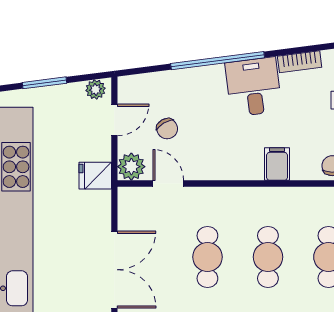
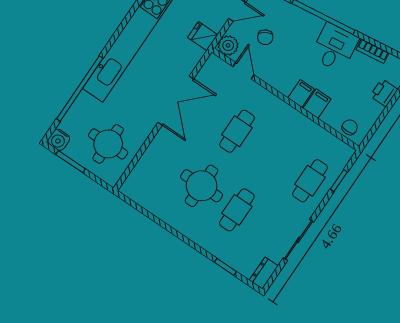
filing cabinet: (251, 165) -> (301, 93), added
cafe table: (268, 257) -> (274, 156), removed

